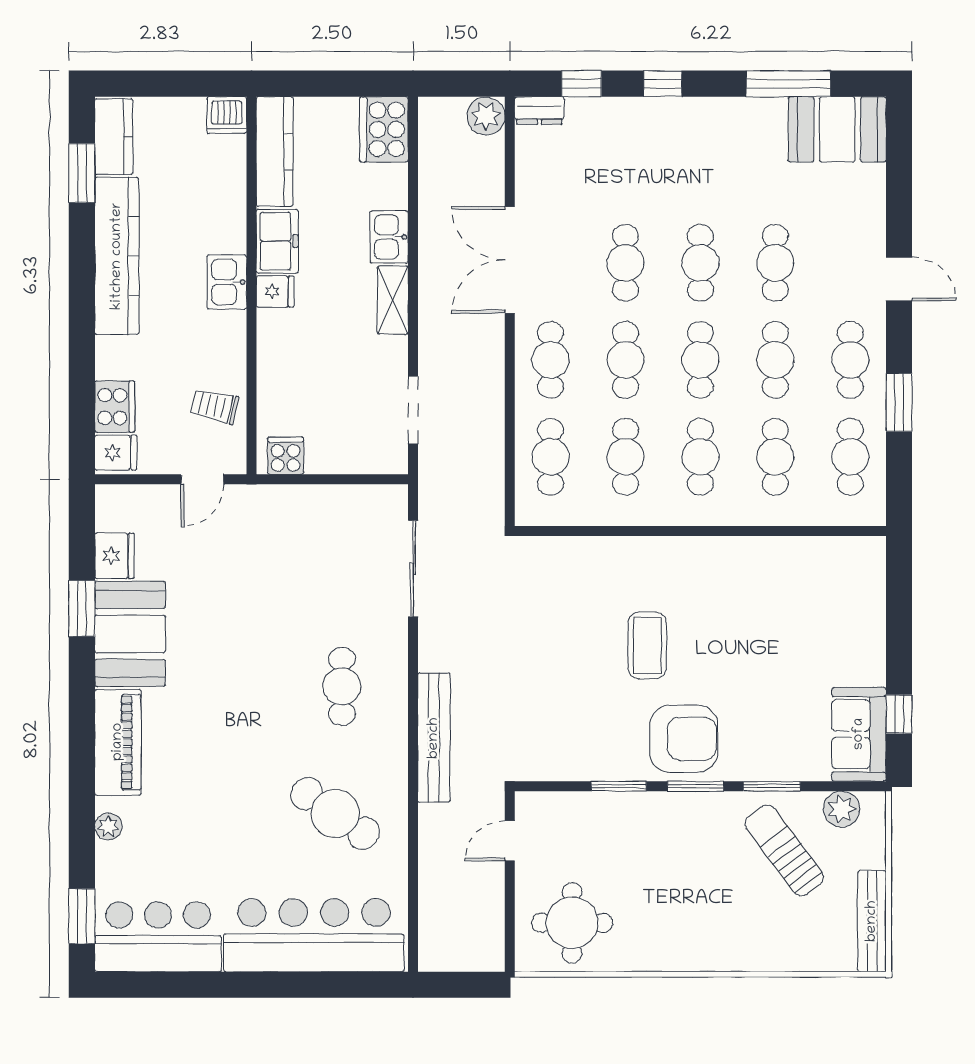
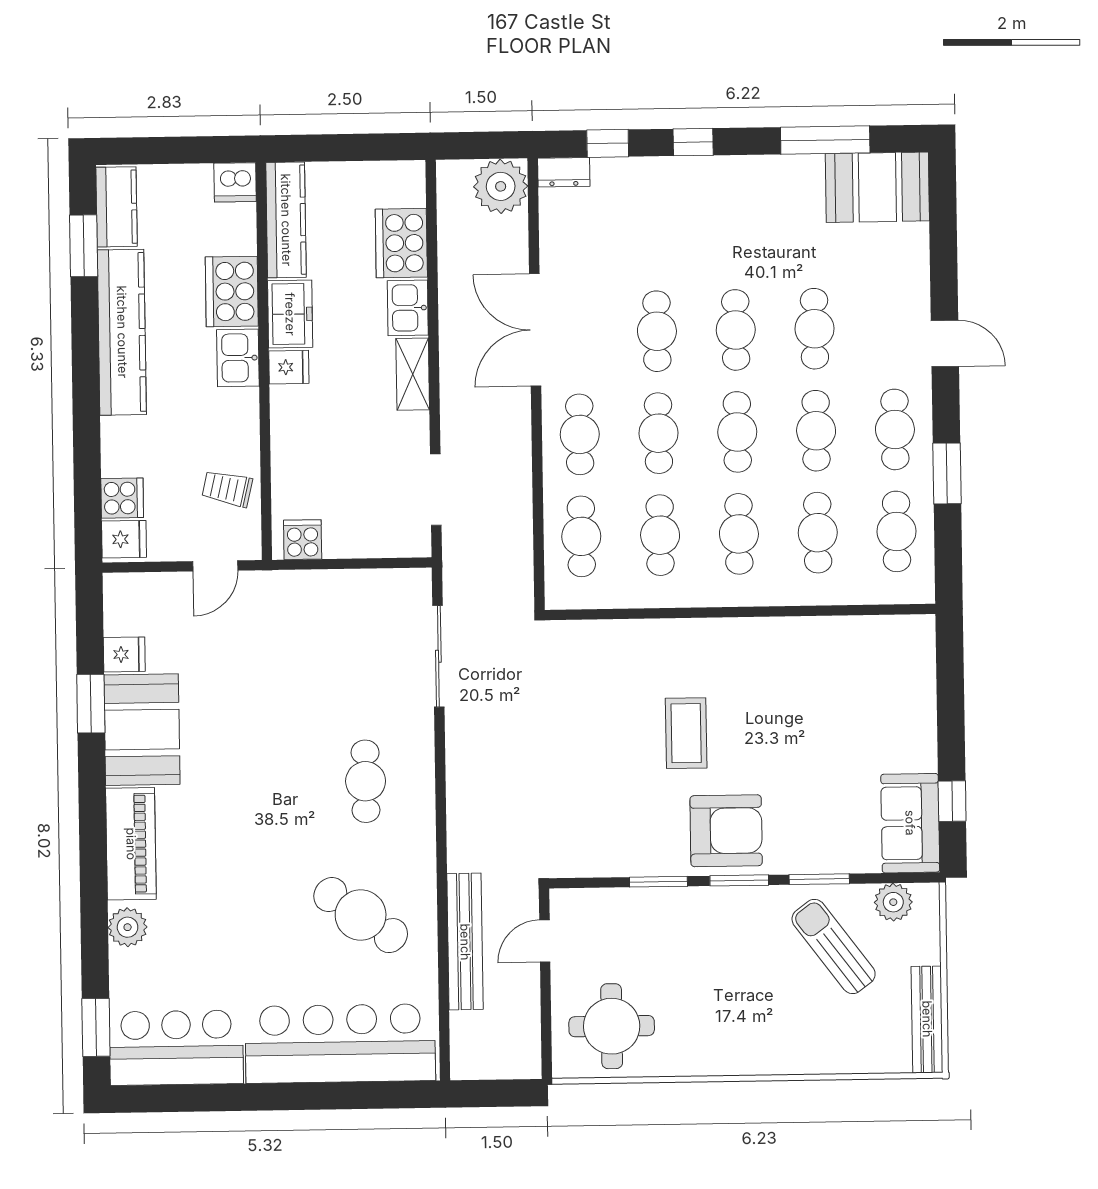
plant: (486, 116) -> (501, 186), width x1.36, depth x1.36
cooker: (384, 129) -> (401, 243), moved
cooker: (222, 219) -> (232, 291), added
cooker: (115, 407) -> (122, 498), width x0.73
fridge: (114, 556) -> (124, 654), width x0.72
bench: (434, 738) -> (465, 942), moved
plant: (108, 827) -> (128, 927), width x1.38, depth x1.38

